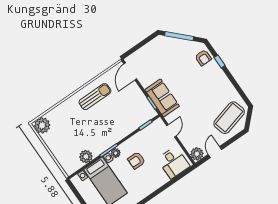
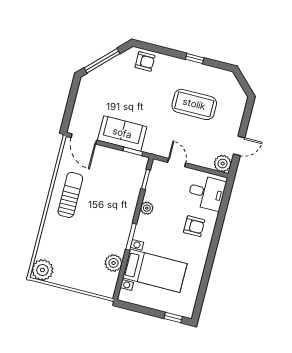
window: (220, 61) -> (195, 59), moved
sofa: (162, 98) -> (122, 133), moved
coffee table: (229, 118) -> (194, 104), moved, turned -75
door: (215, 152) -> (239, 146), swing flipped
plant: (116, 153) -> (147, 208), moved
armchair: (136, 160) -> (194, 226), moved, turned -90

